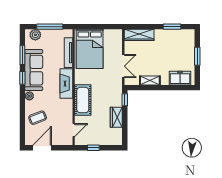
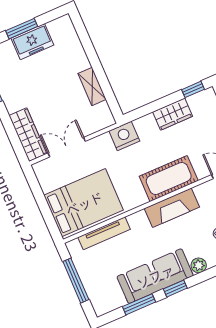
plant: (35, 35) -> (99, 298), removed
double door: (123, 66) -> (67, 147), moved
freezer: (180, 78) -> (32, 42), moved, turned -90
fireplace: (66, 84) -> (172, 208), moved
nightstand: (116, 86) -> (124, 136), added
window: (125, 100) -> (193, 89), moved

